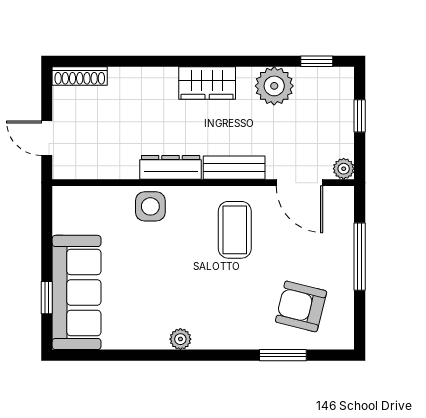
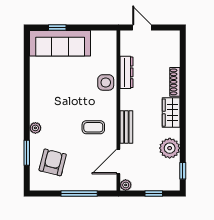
shoe rack: (80, 76) -> (175, 82), moved
door: (47, 138) -> (142, 28), hinge flipped
dresser: (171, 167) -> (126, 72), moved
coffee table: (235, 230) -> (93, 127), width x0.73, depth x0.77
plant: (180, 339) -> (35, 128), moved

